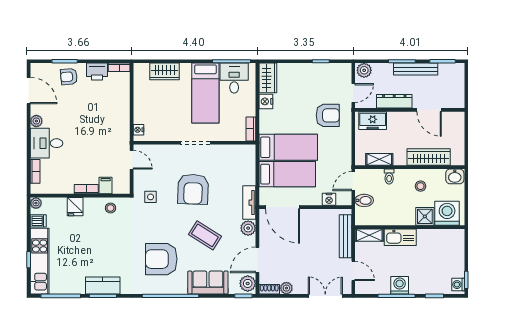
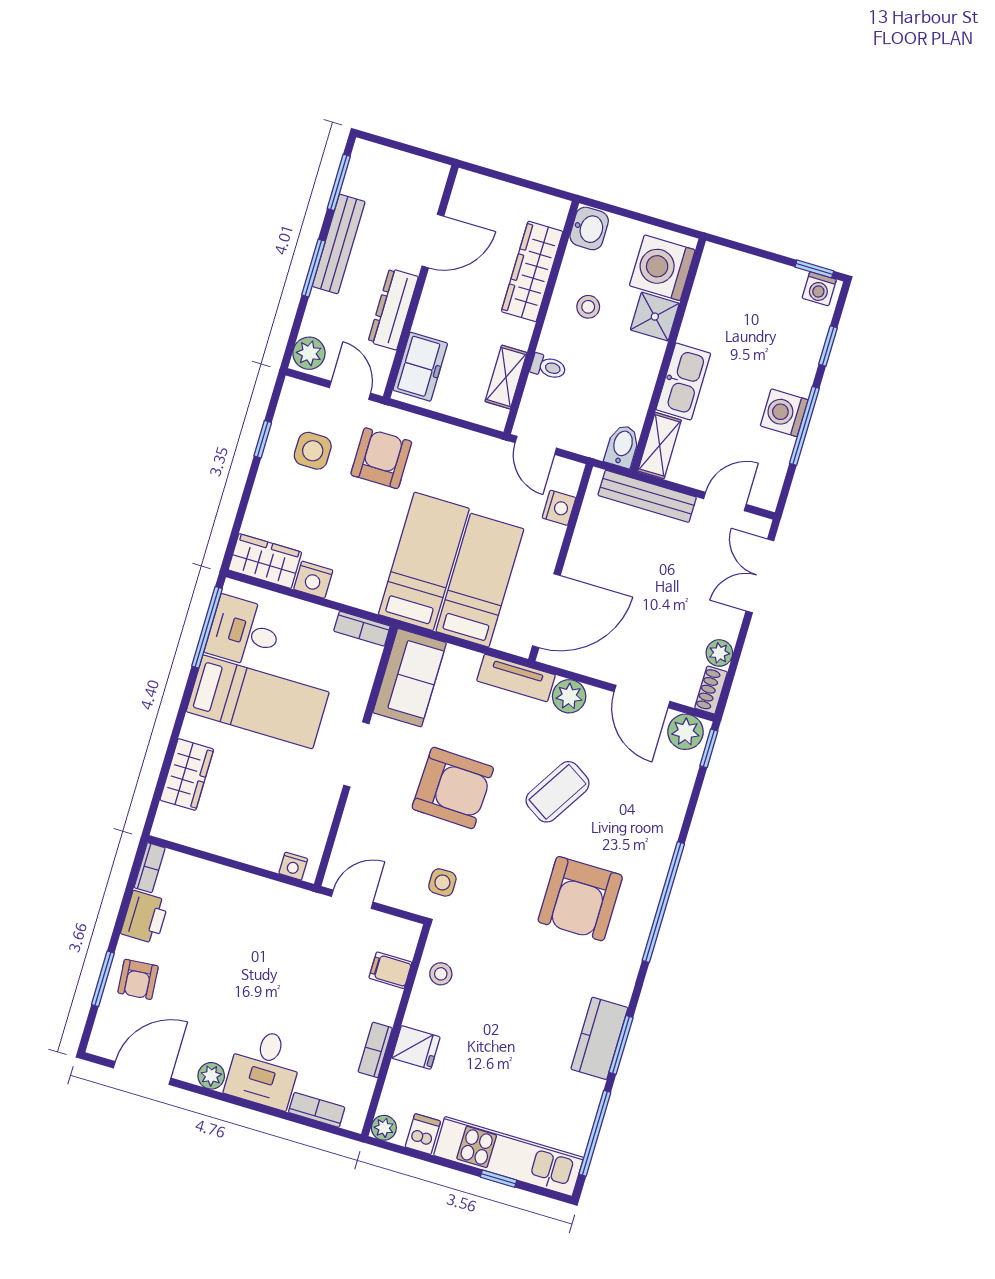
side table: (322, 85) -> (313, 451), added
bookcase: (86, 189) -> (375, 1050), moved
bidet: (364, 200) -> (622, 446), moved
sofa: (208, 282) -> (410, 678), moved, turned 180

